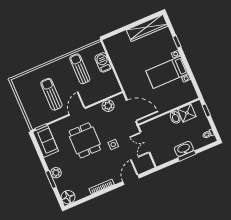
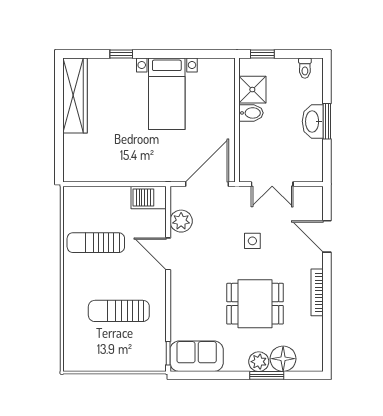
barbecue: (103, 62) -> (149, 197), moved
door: (77, 111) -> (168, 254), moved
dining table: (85, 140) -> (255, 304), moved
floor lamp: (68, 197) -> (283, 359), moved

